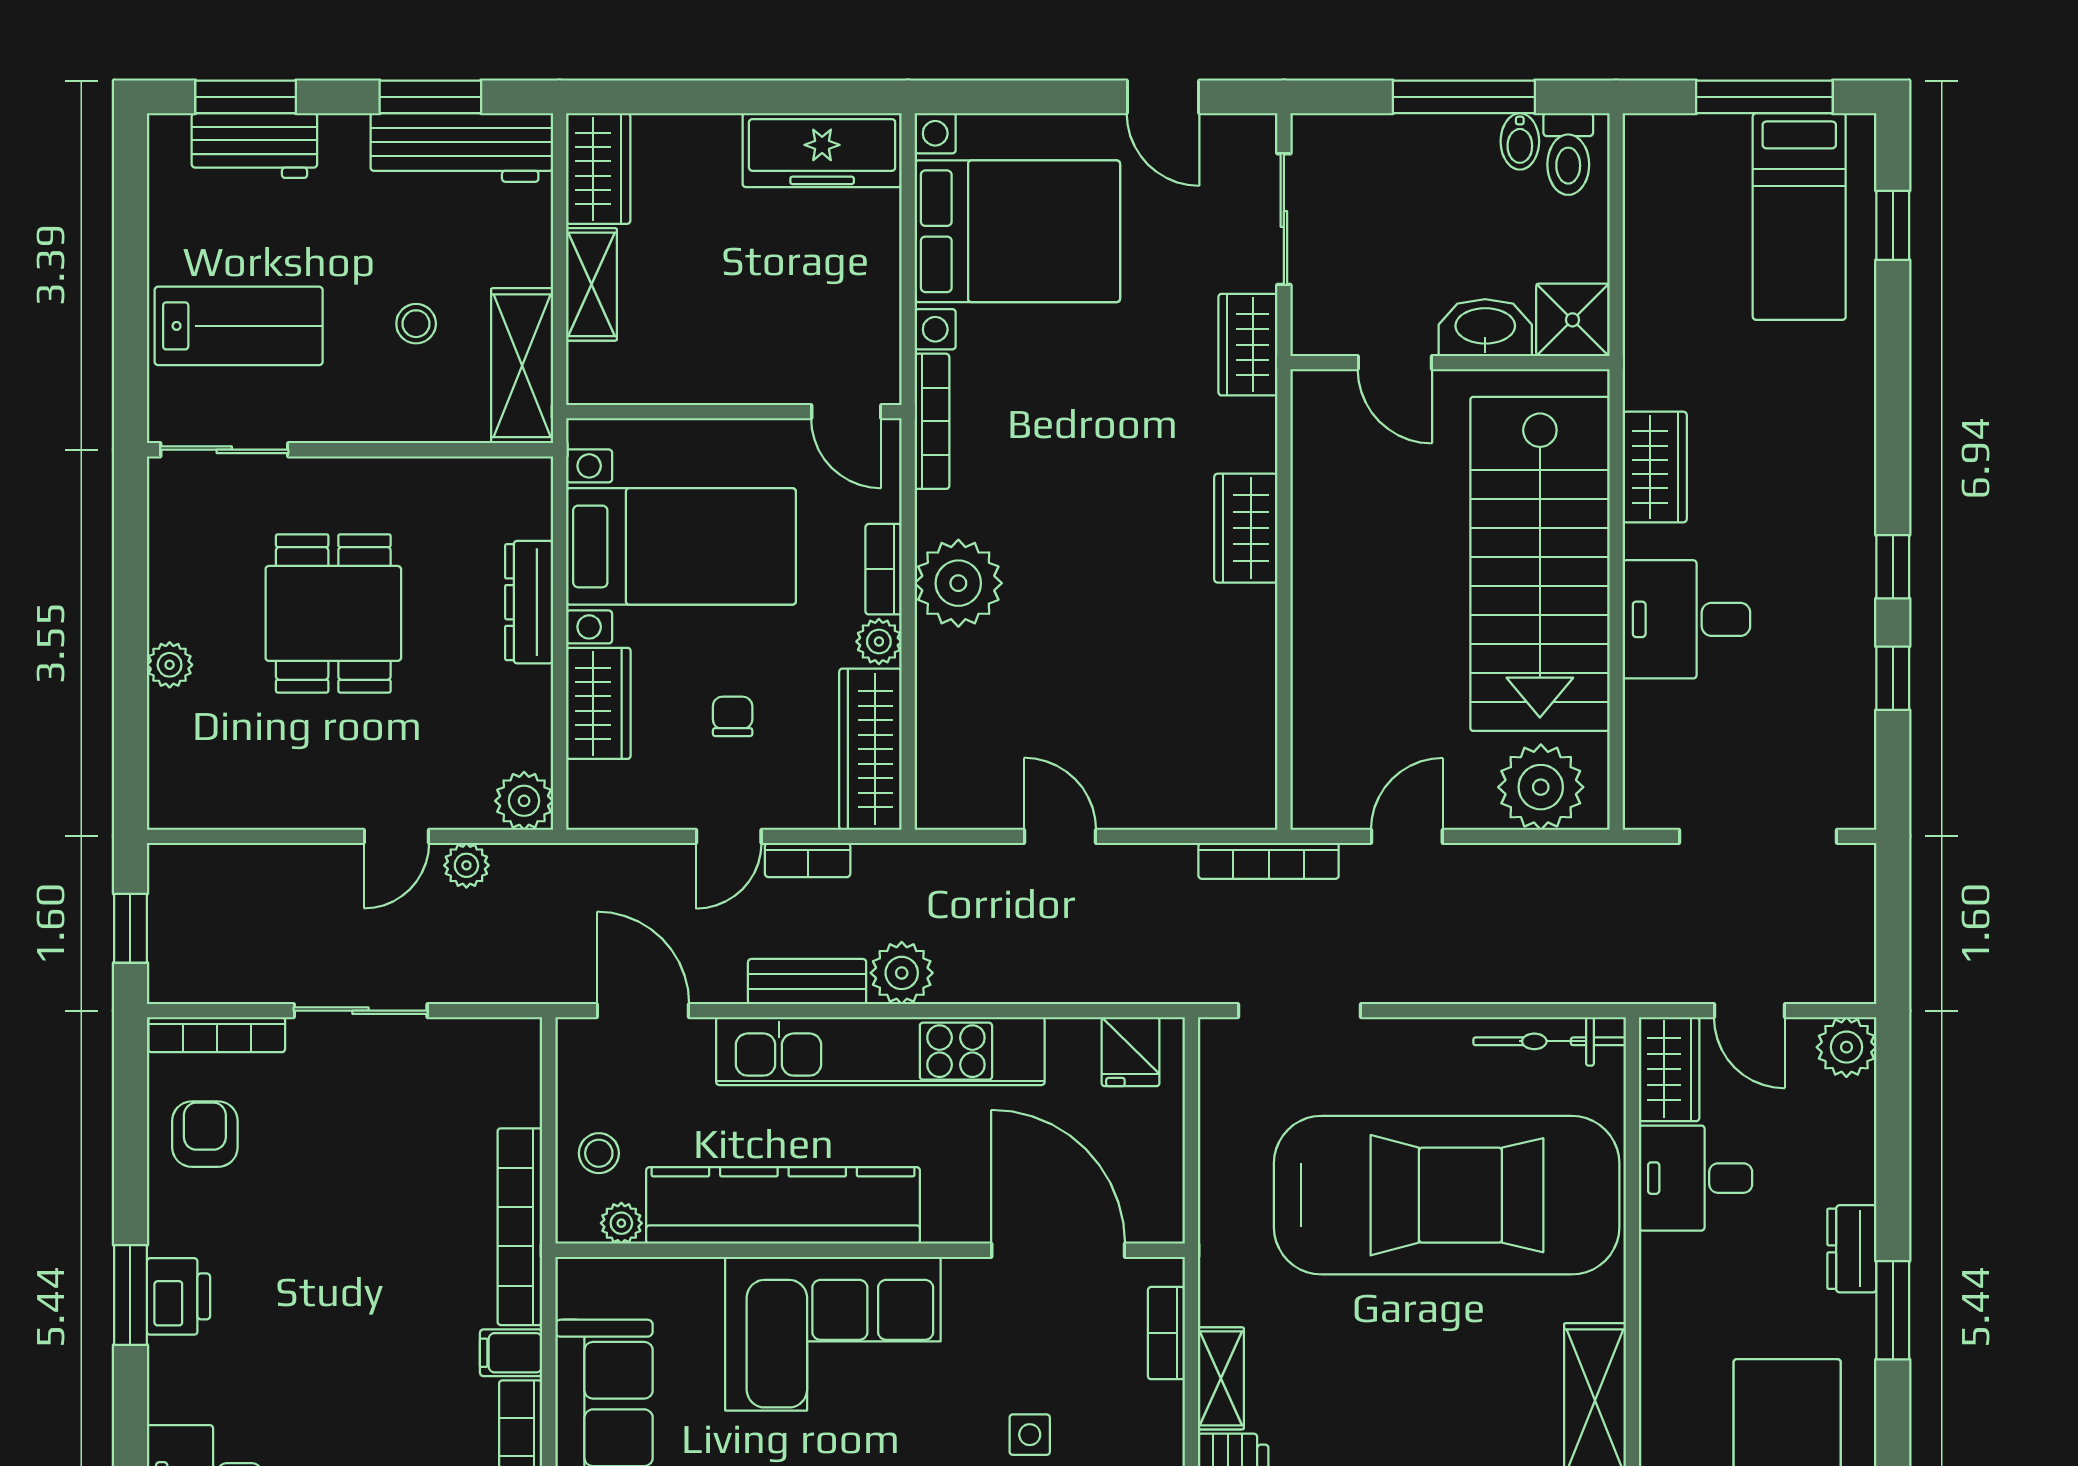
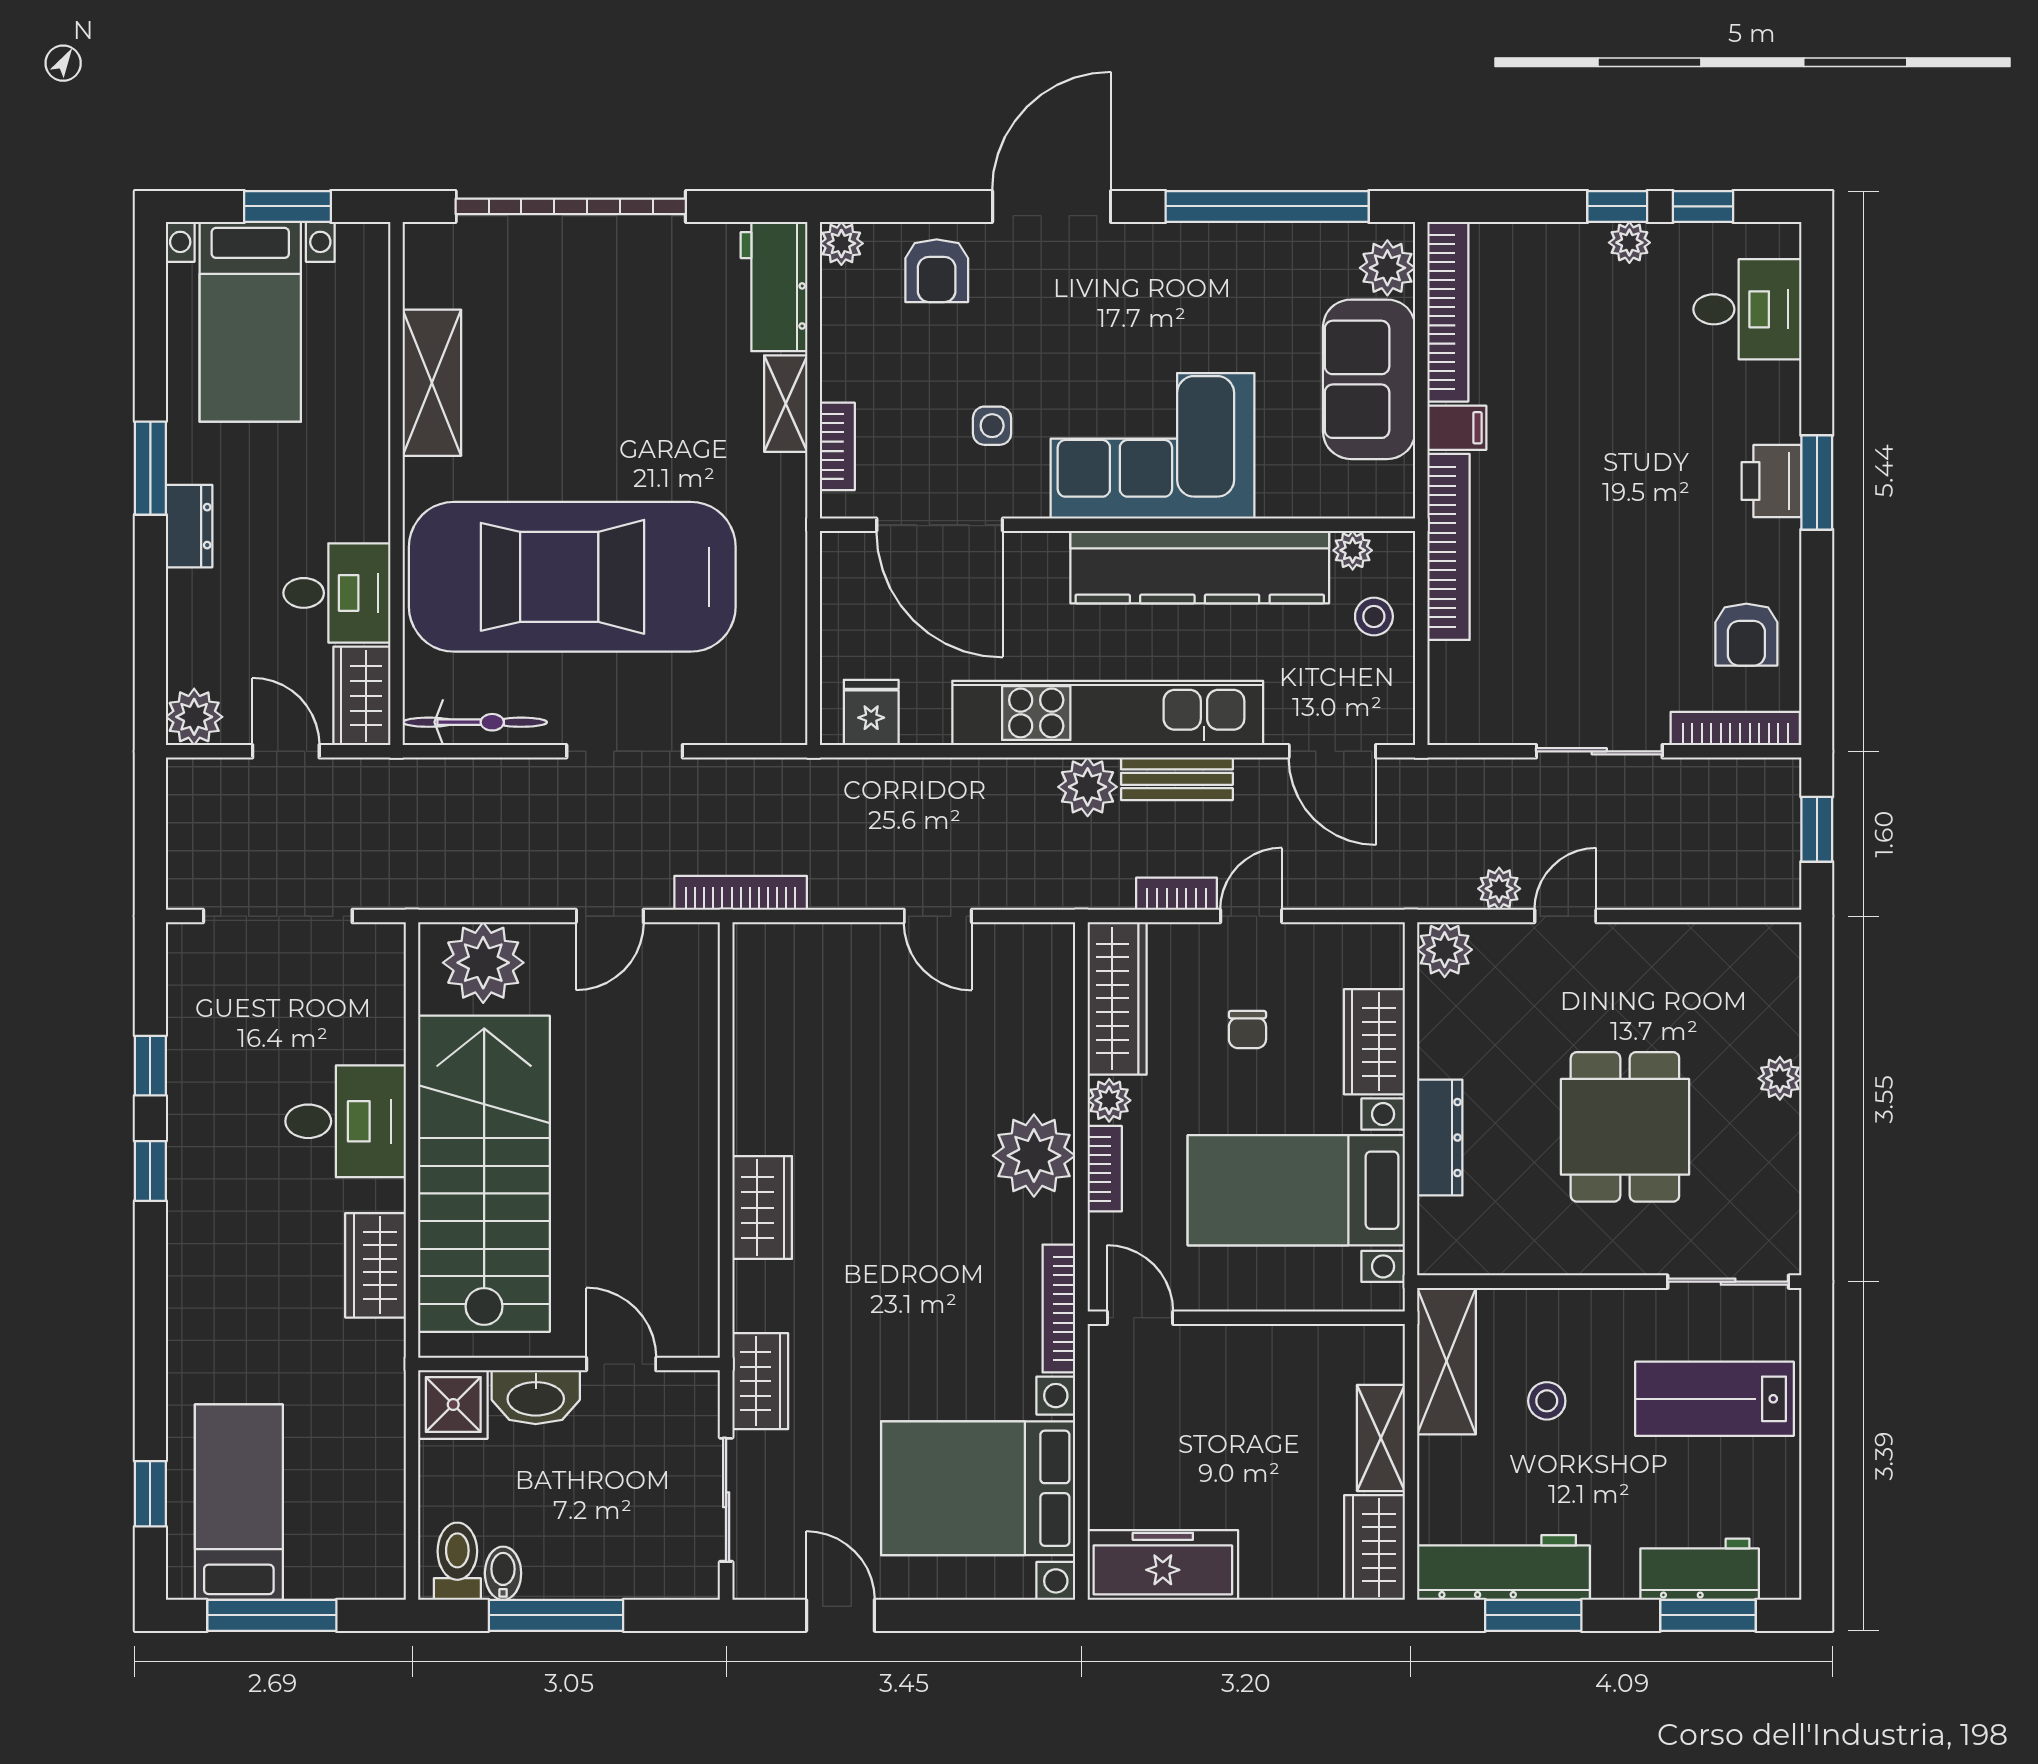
doorway: (1299, 1011) -> (625, 751), moved
side table: (1030, 1435) -> (992, 426), moved

